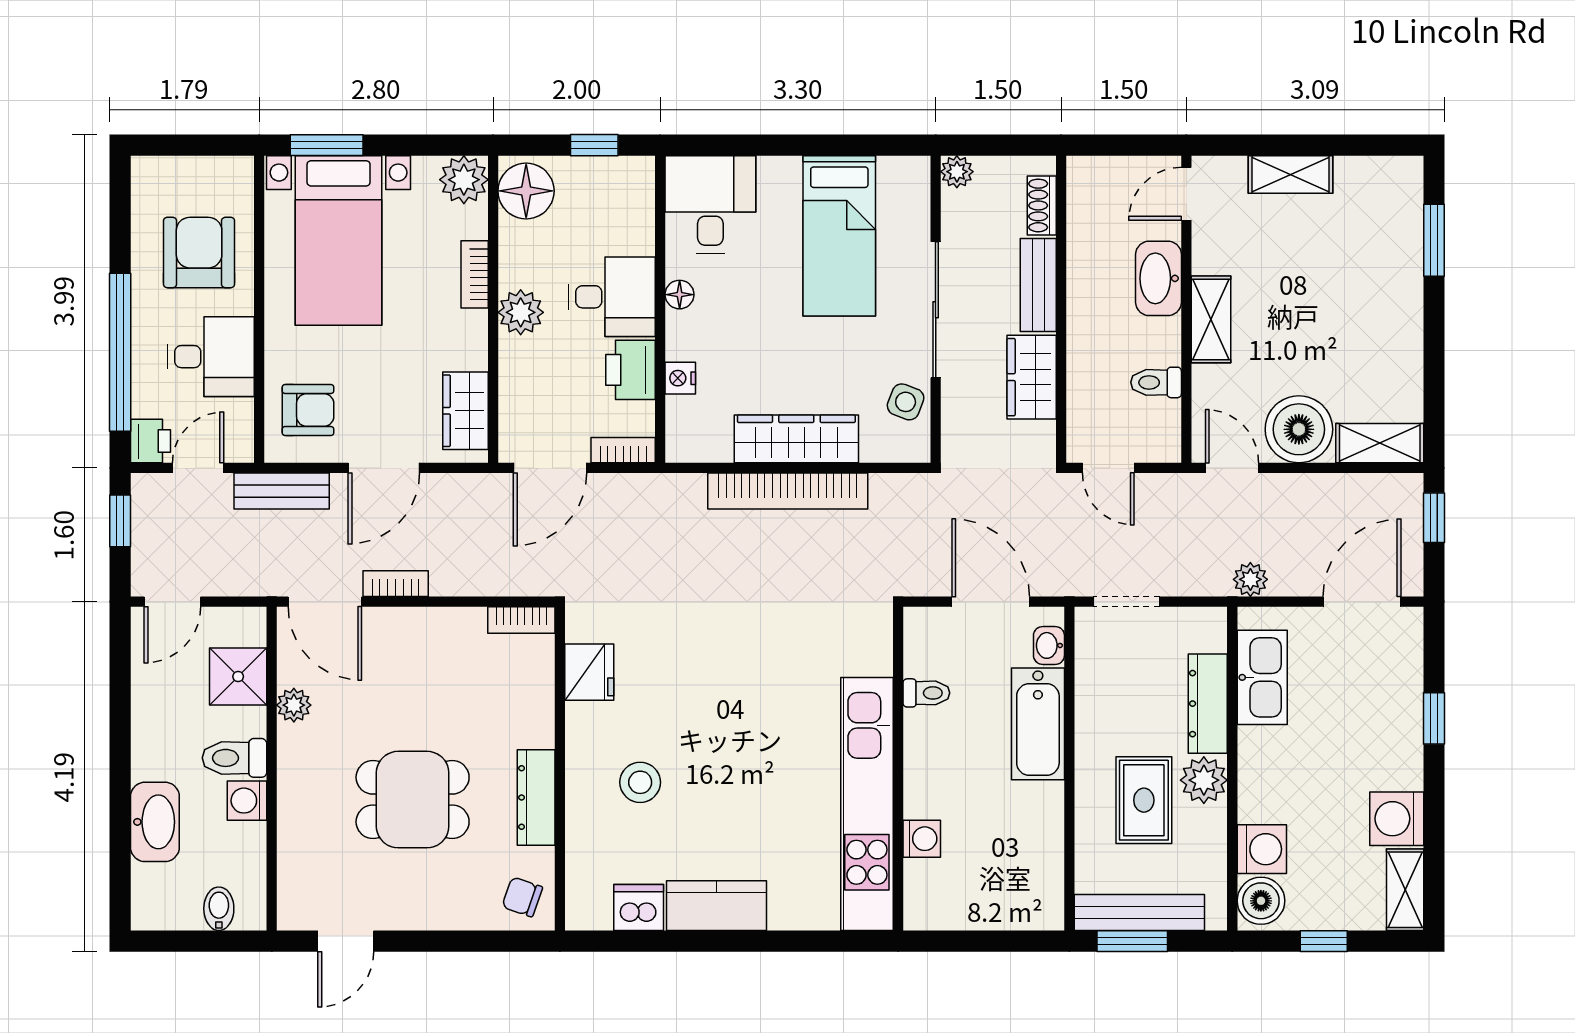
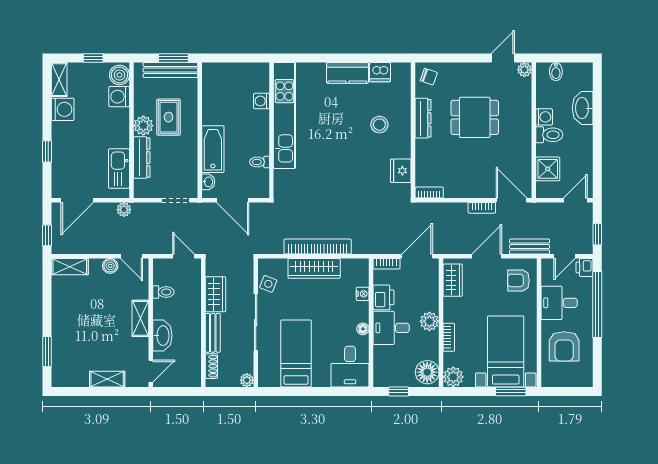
boiler: (1299, 429) -> (110, 266), width x0.54, depth x0.54
plant: (294, 705) -> (524, 70), moved

